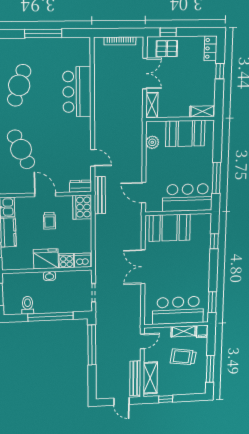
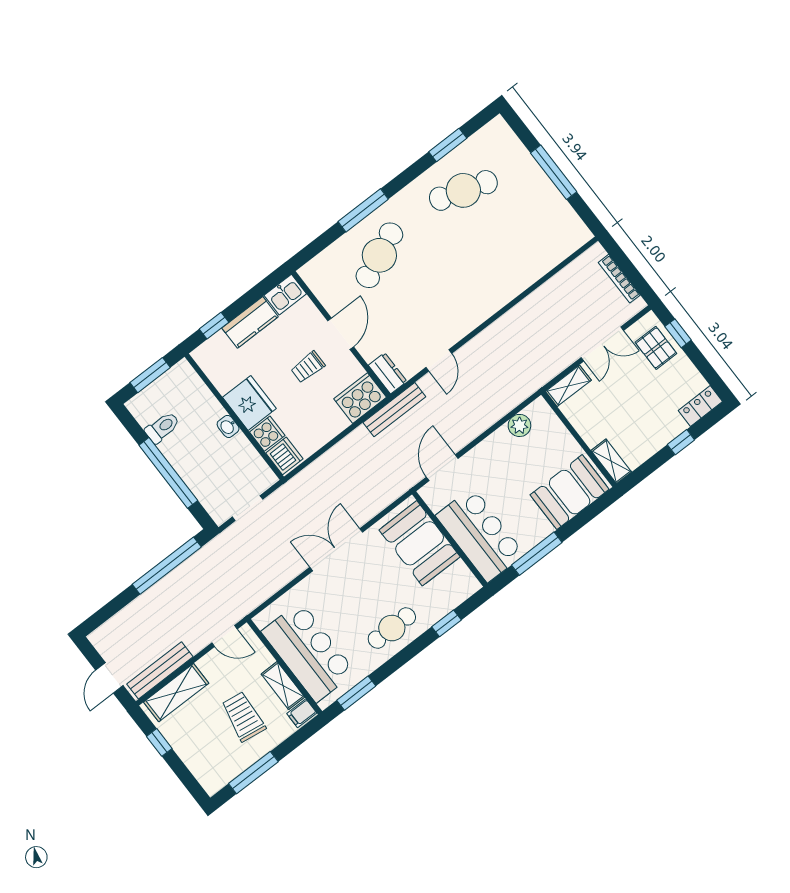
bar counter: (77, 92) -> (511, 272), removed
booth: (185, 133) -> (570, 492), moved, turned 90
cafe table: (197, 267) -> (392, 628), added

